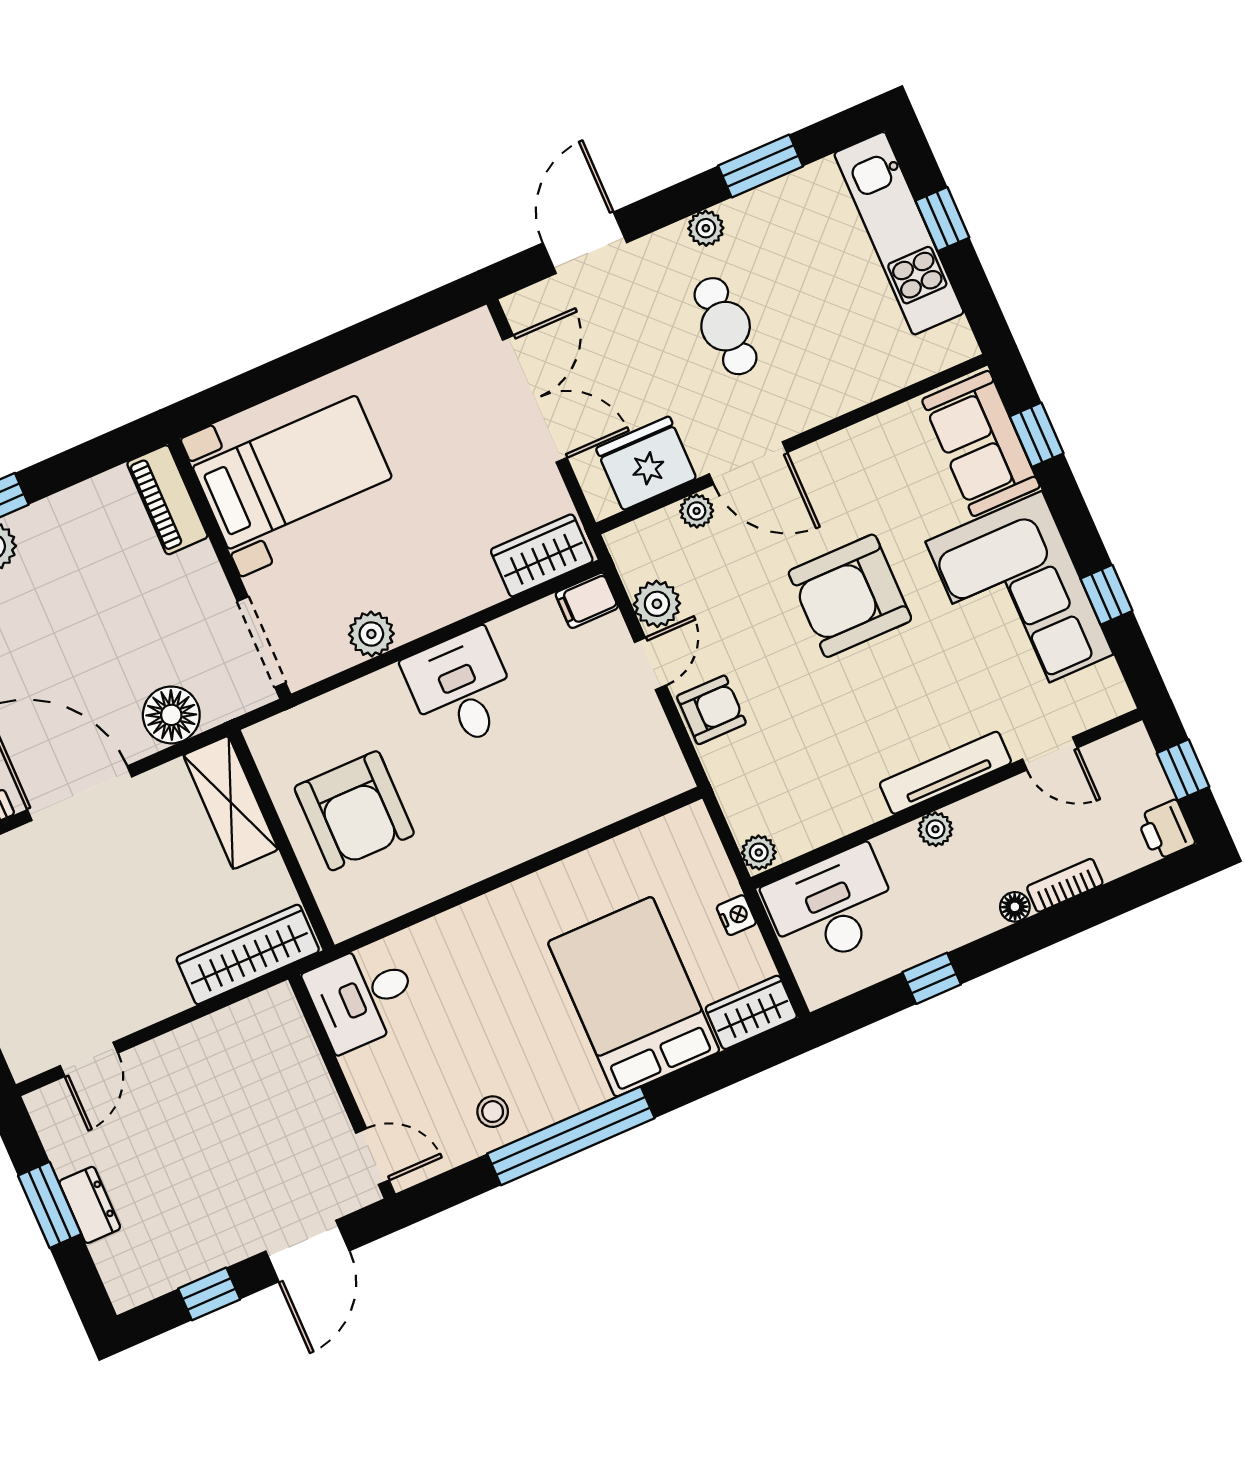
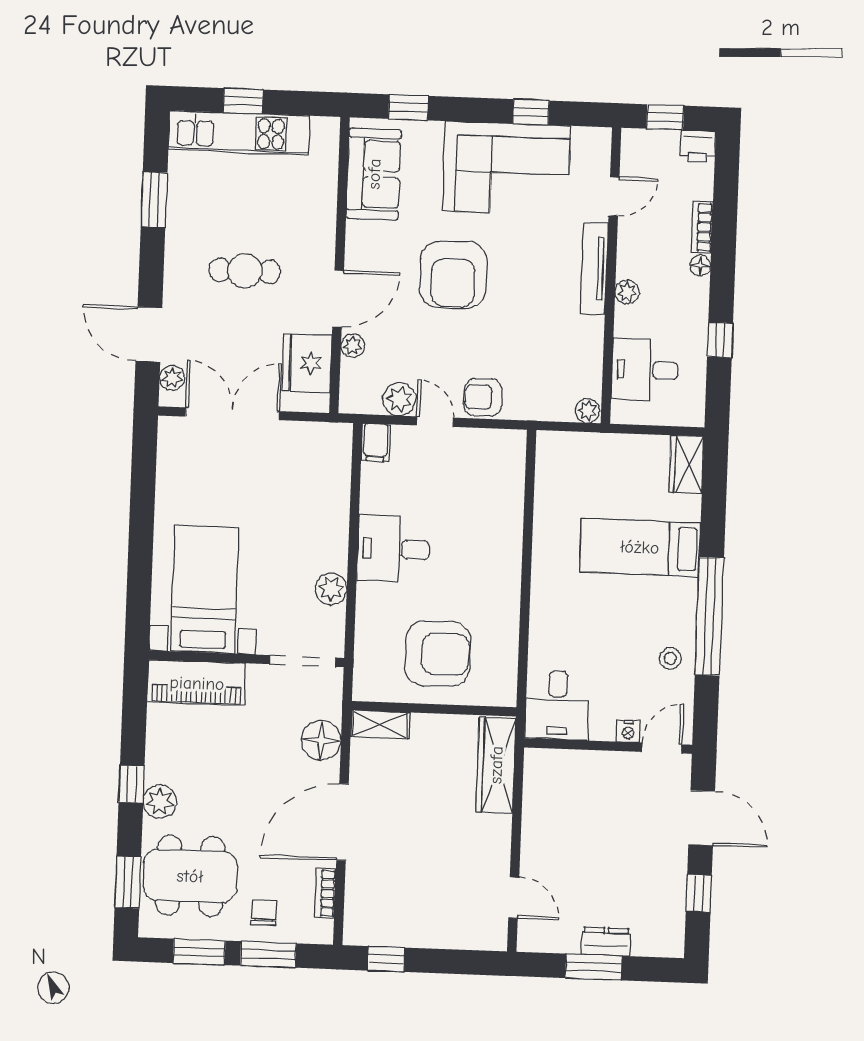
plant: (706, 228) -> (172, 378), moved
sofa: (981, 443) -> (374, 174), moved, turned -90
piano: (167, 500) -> (197, 683), width x1.37, depth x1.33
wardrobe: (542, 555) -> (333, 457), removed
armchair: (711, 710) -> (483, 397), turned -90
shelving: (231, 802) -> (380, 724), width x0.67, depth x0.75
desk: (832, 907) -> (645, 370), width x0.73
nightstand: (736, 915) -> (628, 731), moved, turned 180
bed: (634, 997) -> (640, 547), width x0.67

